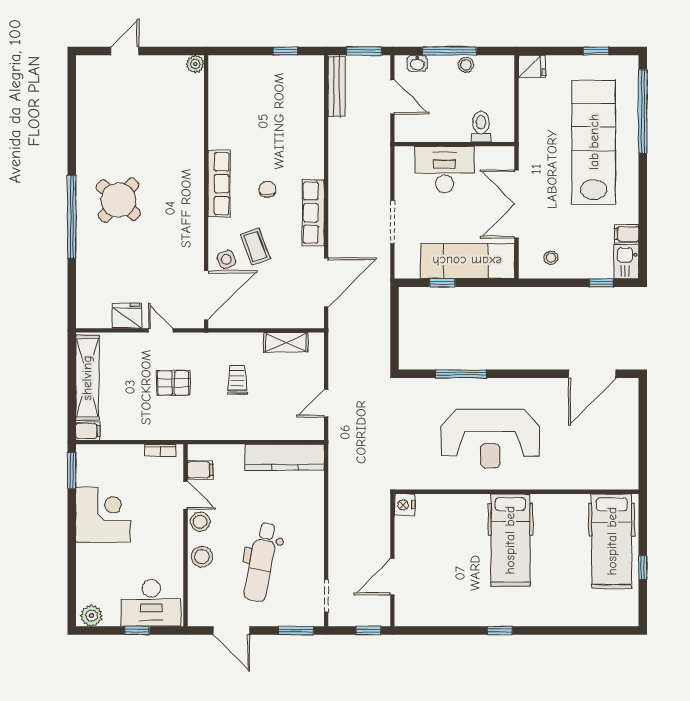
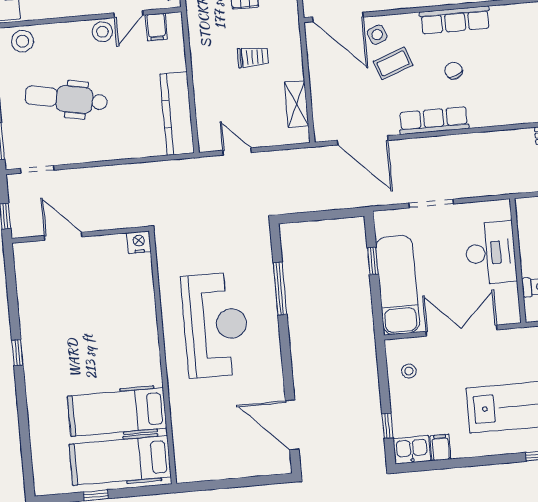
chair: (267, 189) -> (454, 71), turned -111
reception desk: (490, 439) -> (215, 325), turned 180
hospital bed: (510, 540) -> (117, 412), moved
stool: (202, 557) -> (22, 41), moved

